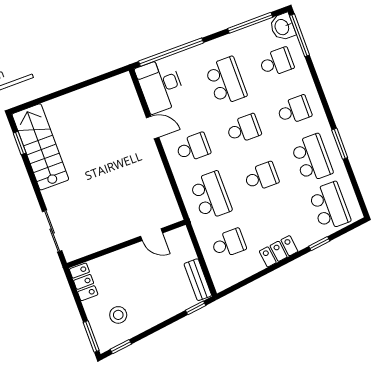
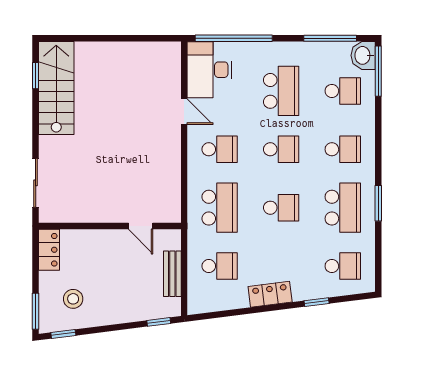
school desk: (330, 206) -> (343, 266), width x0.54
bench: (198, 280) -> (172, 274), moved

